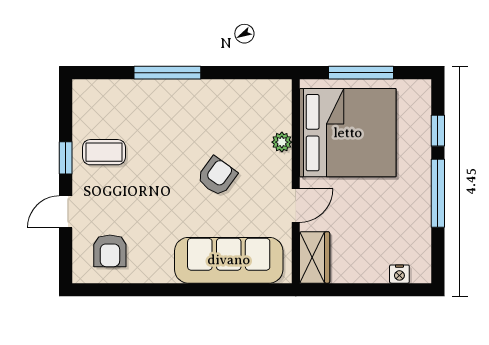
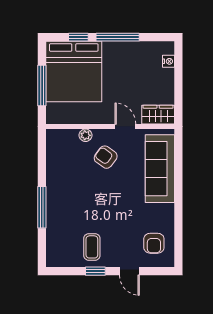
bed: (348, 133) -> (74, 71), moved, turned 180
armchair: (217, 176) -> (106, 157), moved
armchair: (110, 251) -> (154, 243), turned 90

